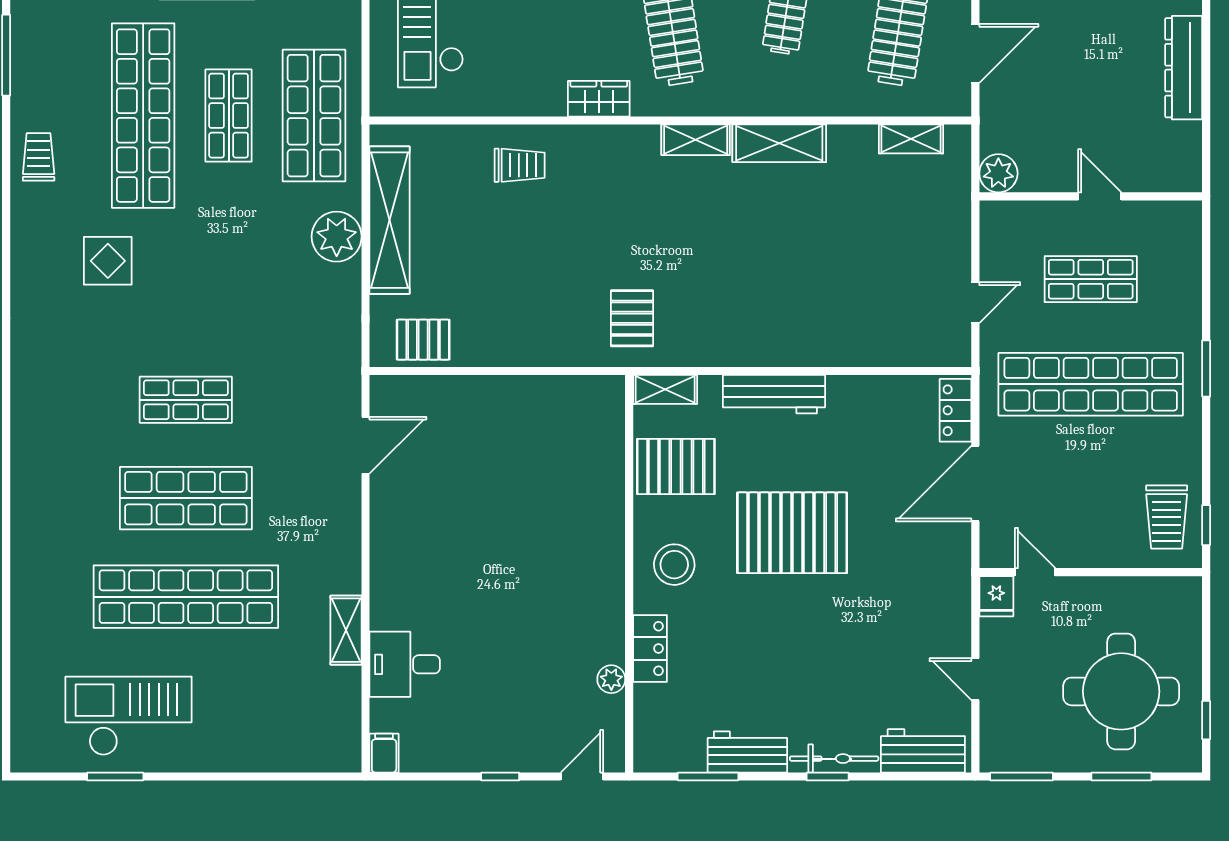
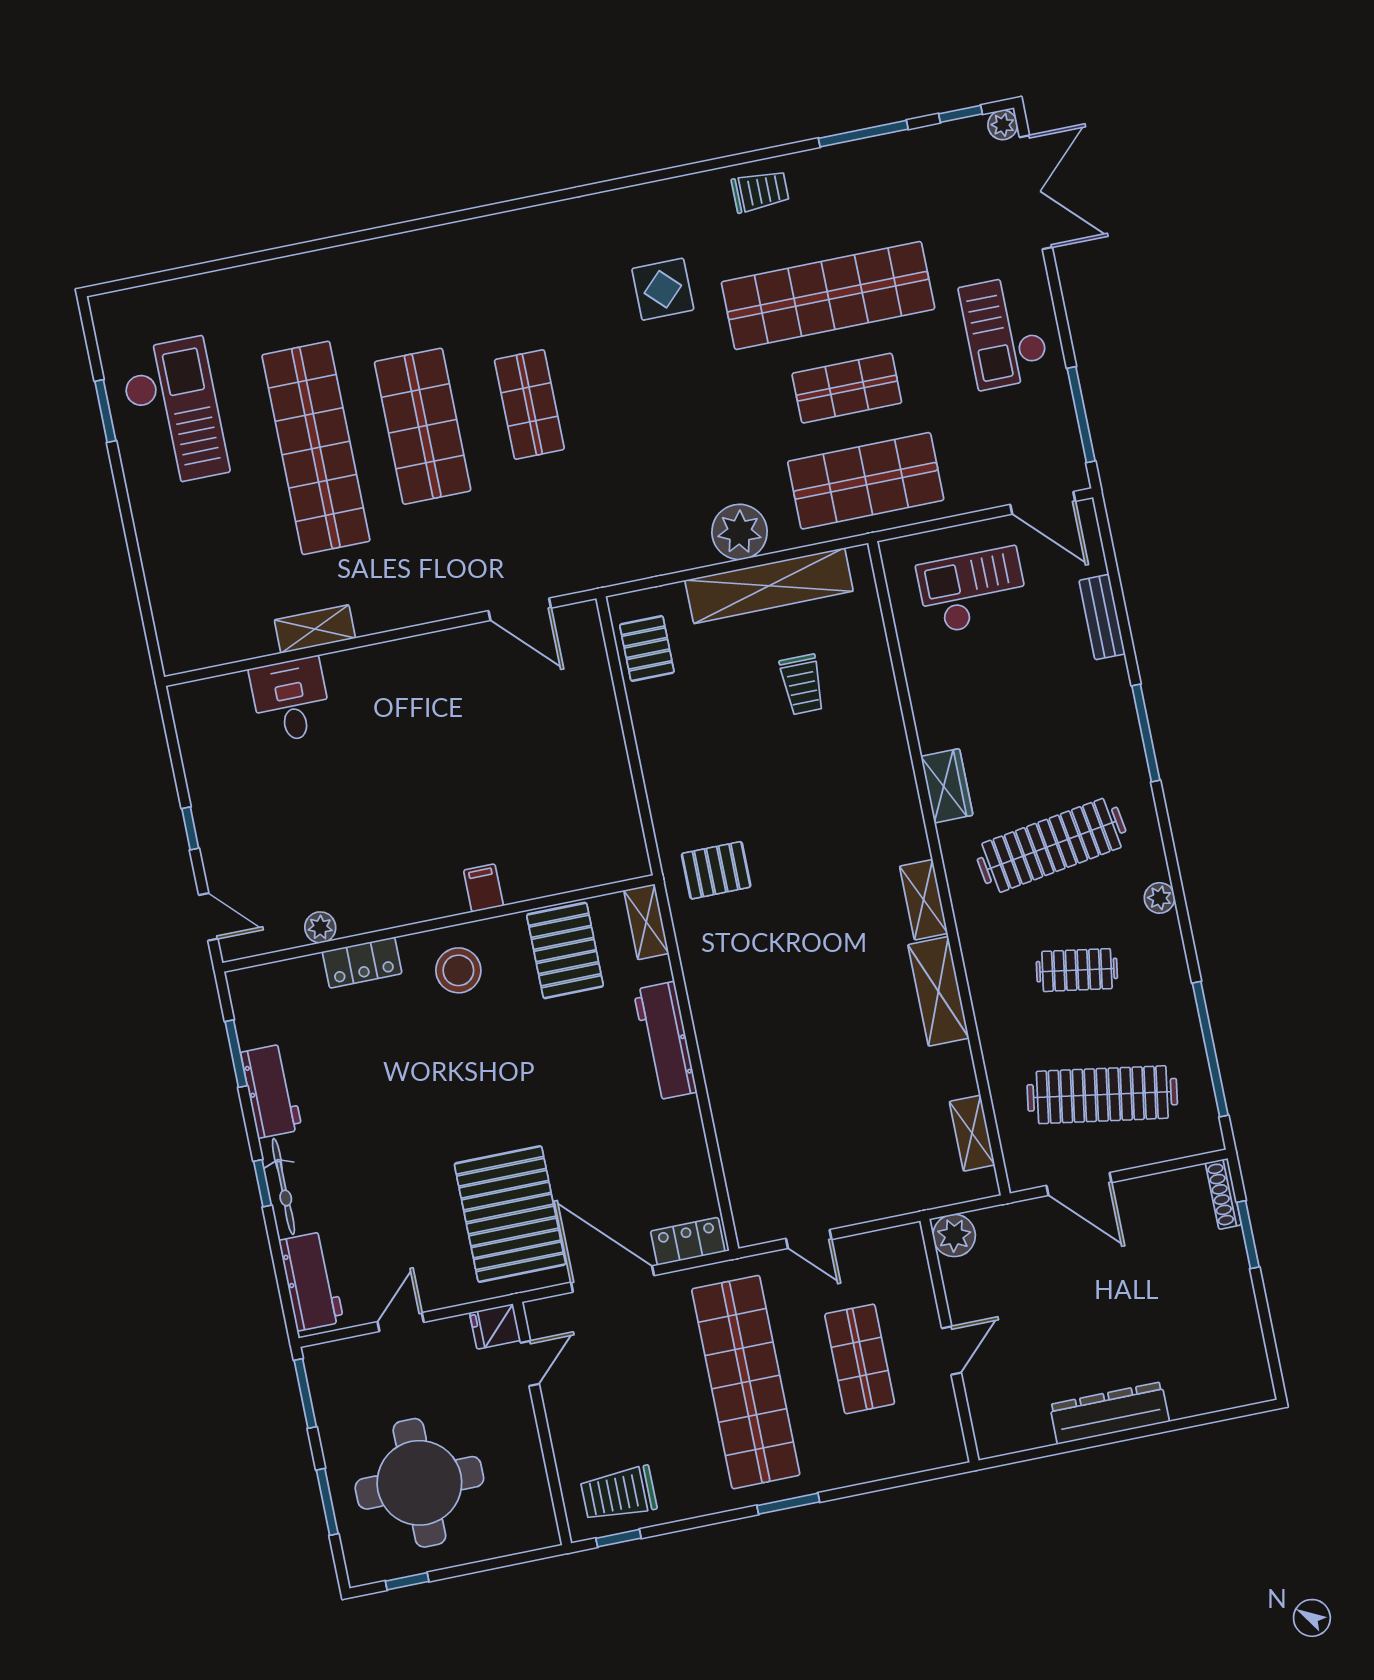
trolley: (520, 165) -> (802, 684), moved
pallet: (792, 533) -> (510, 1214), moved
filing cabinet: (384, 753) -> (483, 888), moved, turned -90

